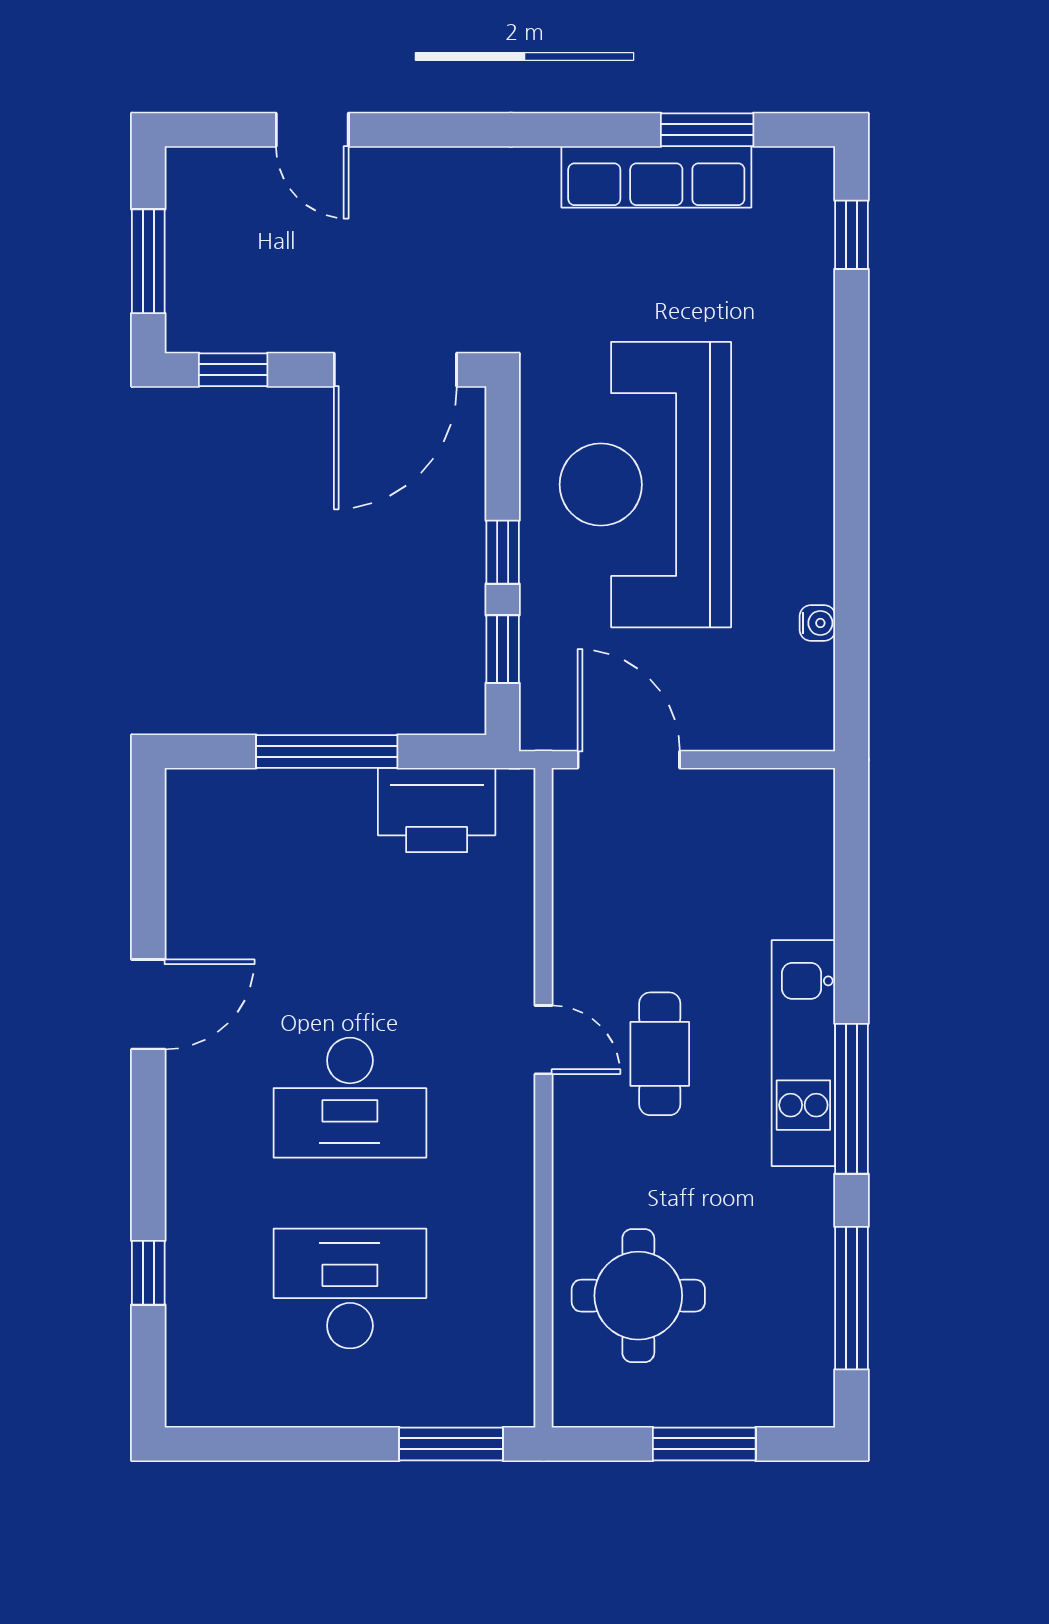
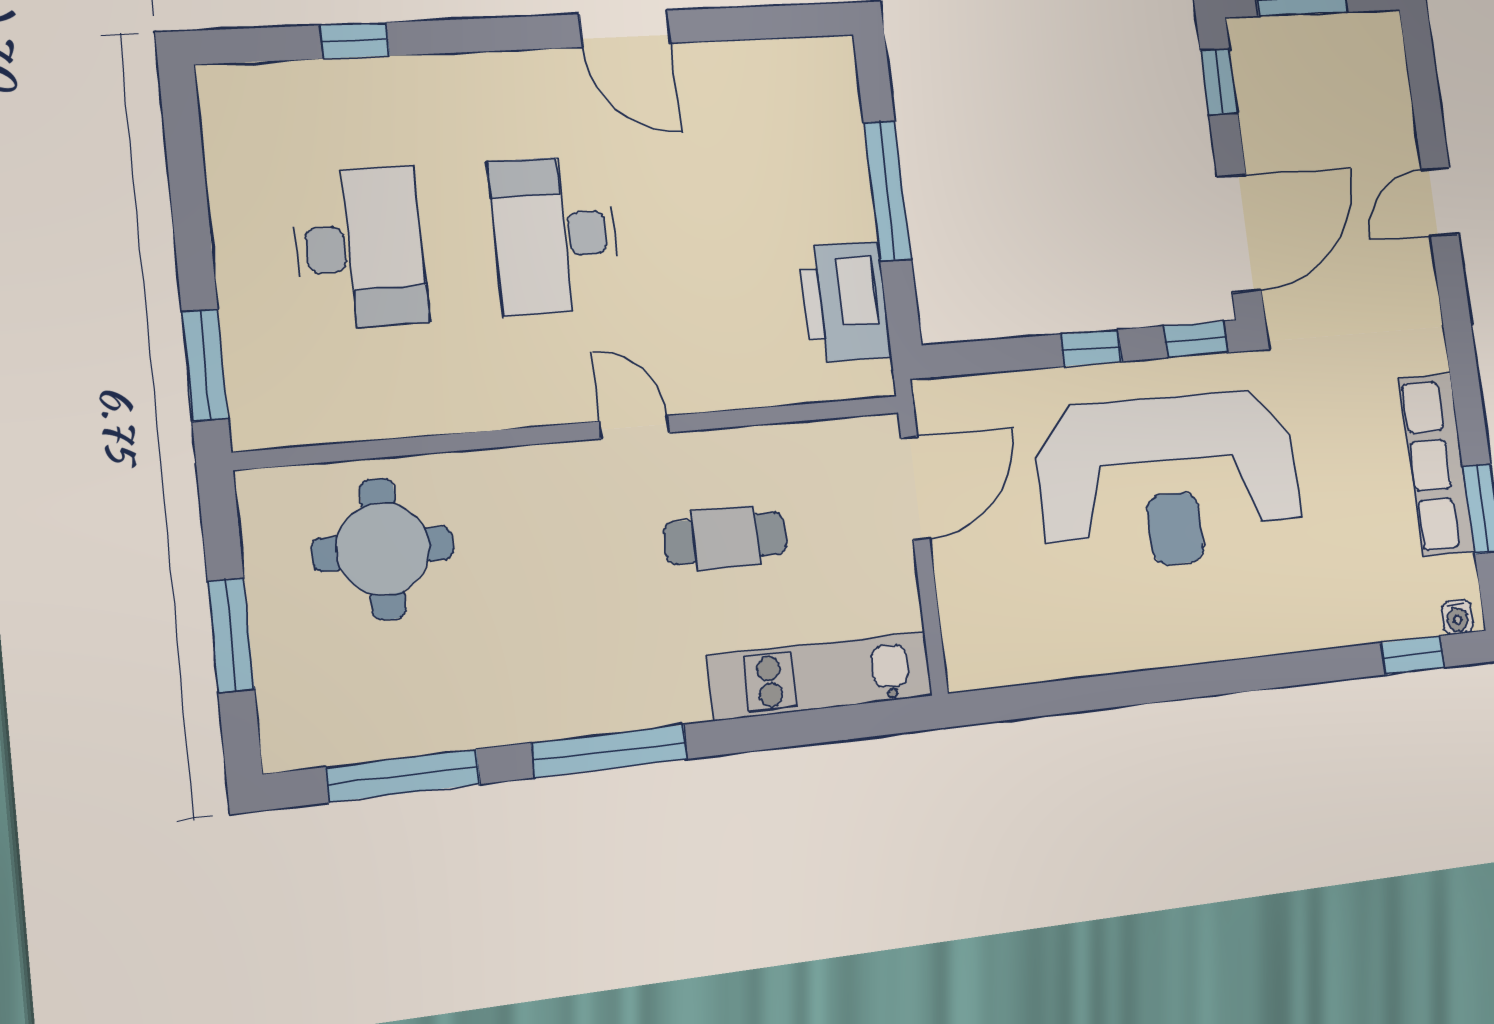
door: (312, 130) -> (1440, 201), moved
door: (395, 370) -> (1239, 234), swing flipped
reception desk: (645, 485) -> (1169, 480), turned 180
water cooler: (817, 623) -> (1457, 617), moved
window: (503, 649) -> (1196, 339), moved
door: (544, 1040) -> (634, 427), swing flipped
kitchen unit: (803, 1053) -> (820, 676), moved
cafe table: (660, 1054) -> (725, 538), moved

